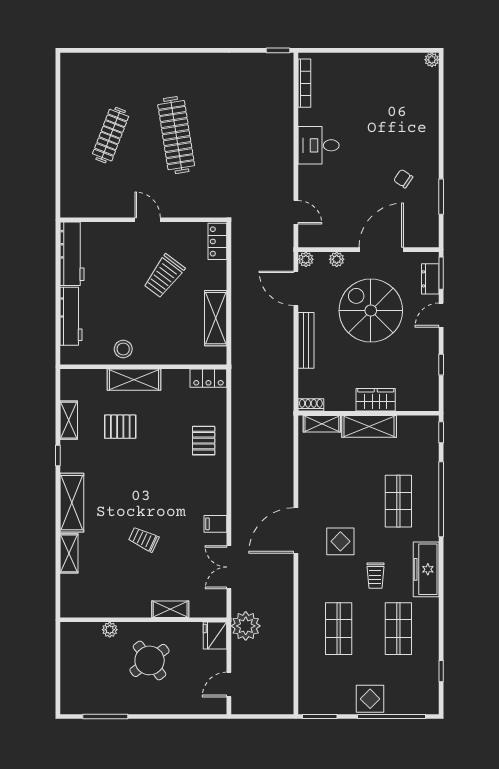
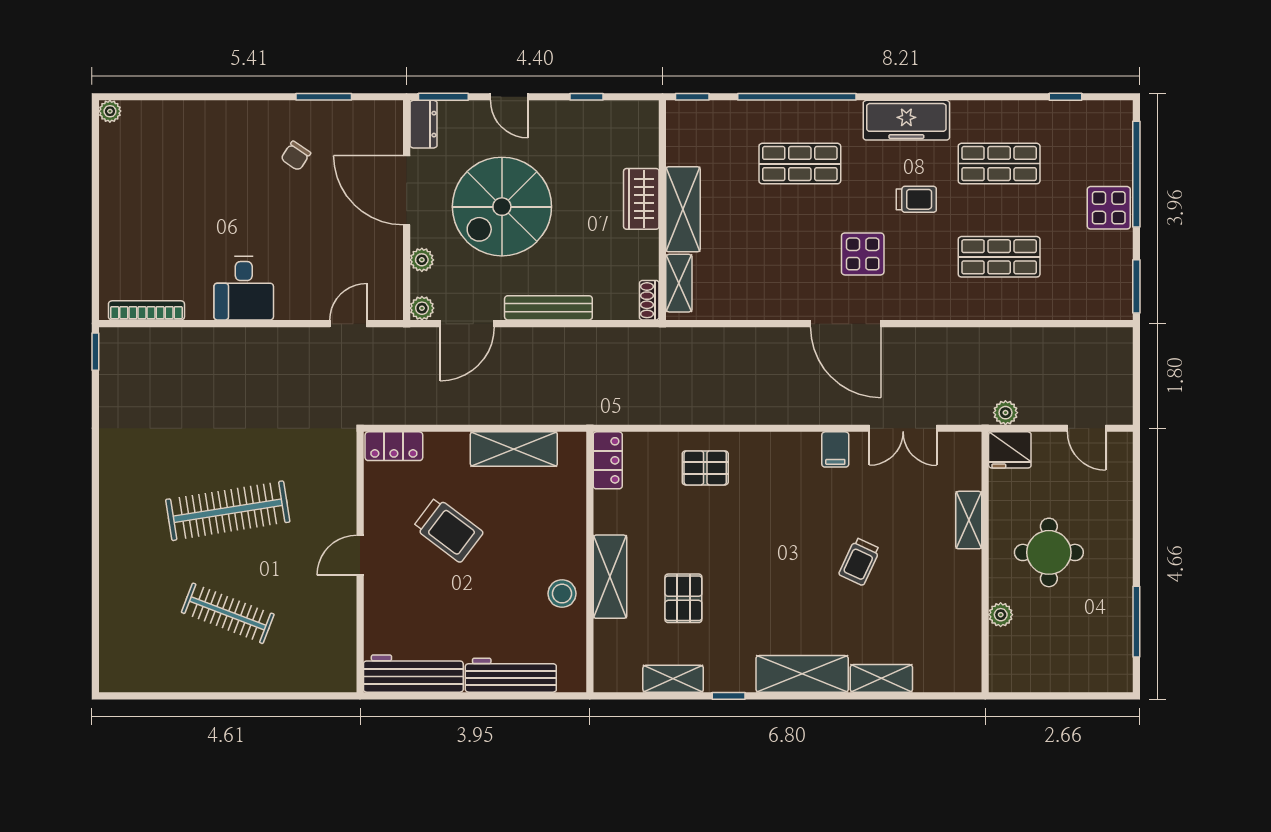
dresser: (430, 279) -> (423, 124), moved, turned -90
plant: (246, 626) -> (1005, 413), width x0.53, depth x0.53
round table: (150, 660) -> (1049, 552), turned 37

